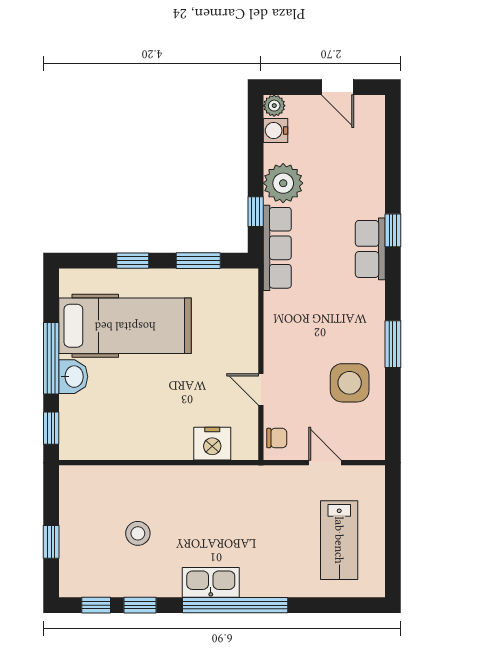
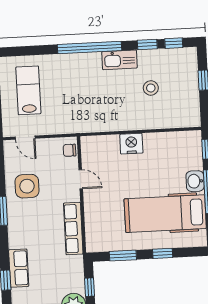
row of seats: (277, 248) -> (73, 229), moved
nightstand: (212, 444) -> (131, 144), moved
door: (325, 463) -> (25, 138), moved
kitchen sink: (211, 582) -> (119, 60), moved

